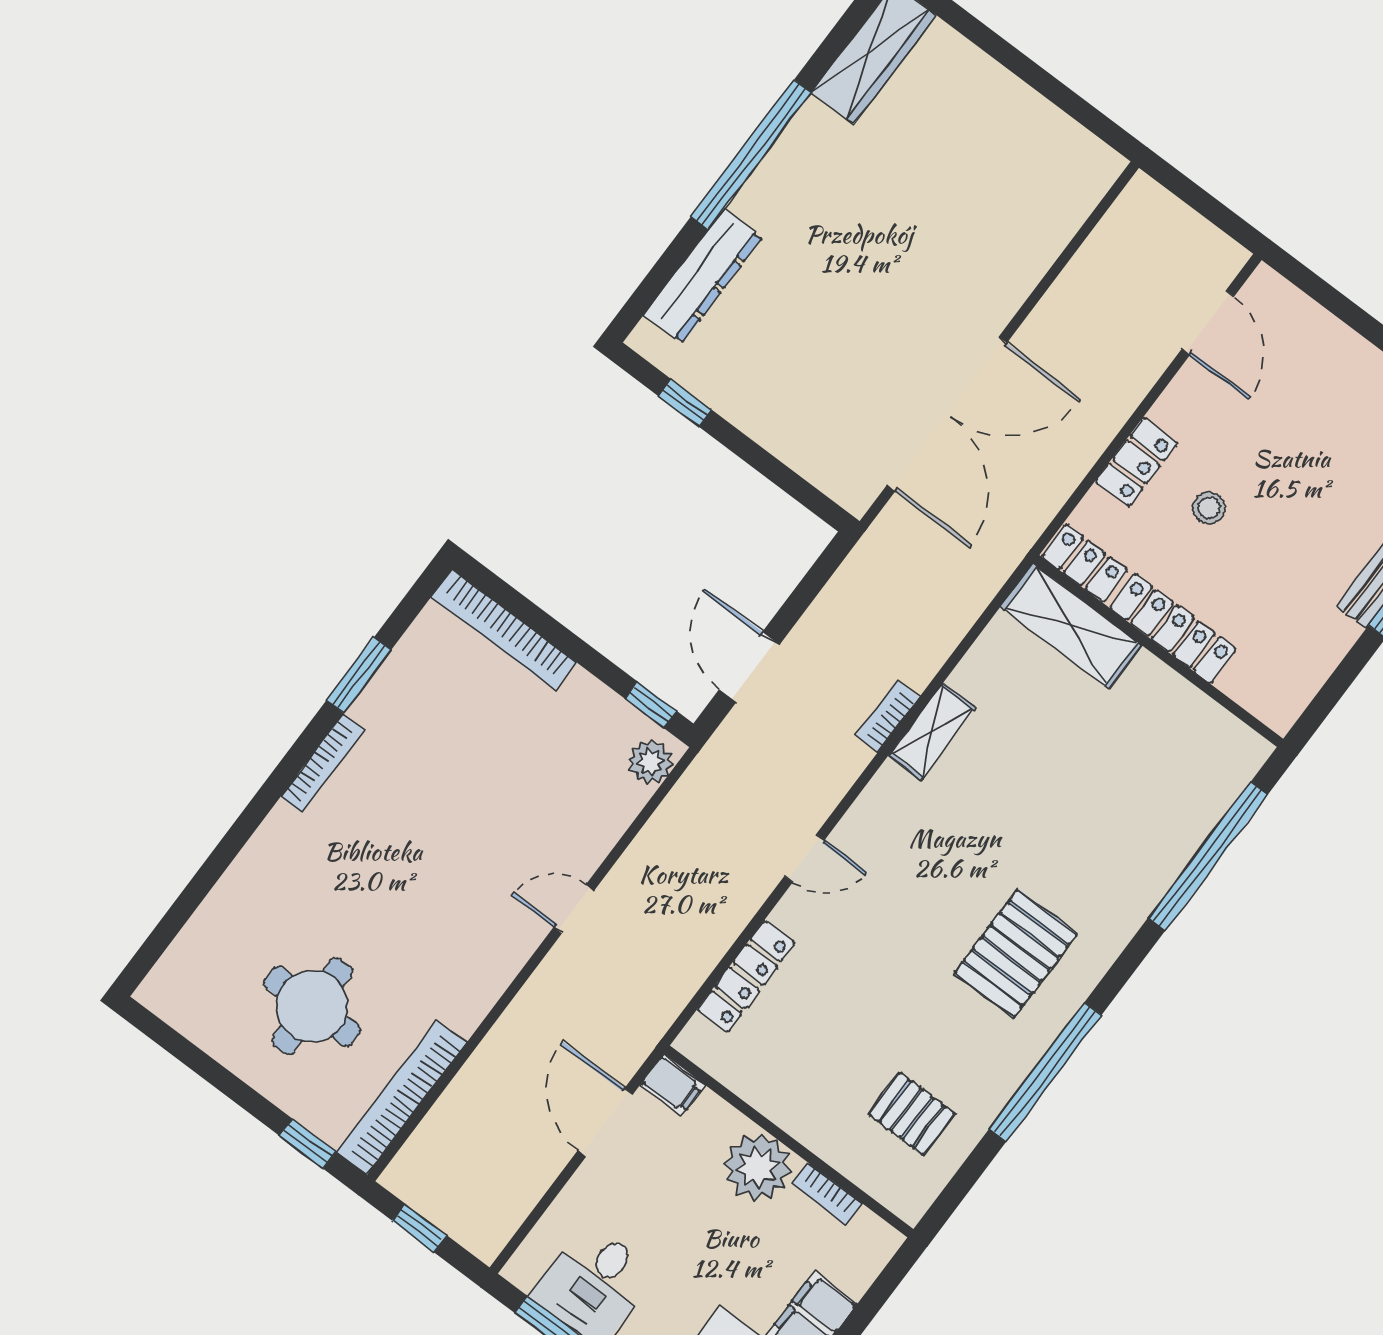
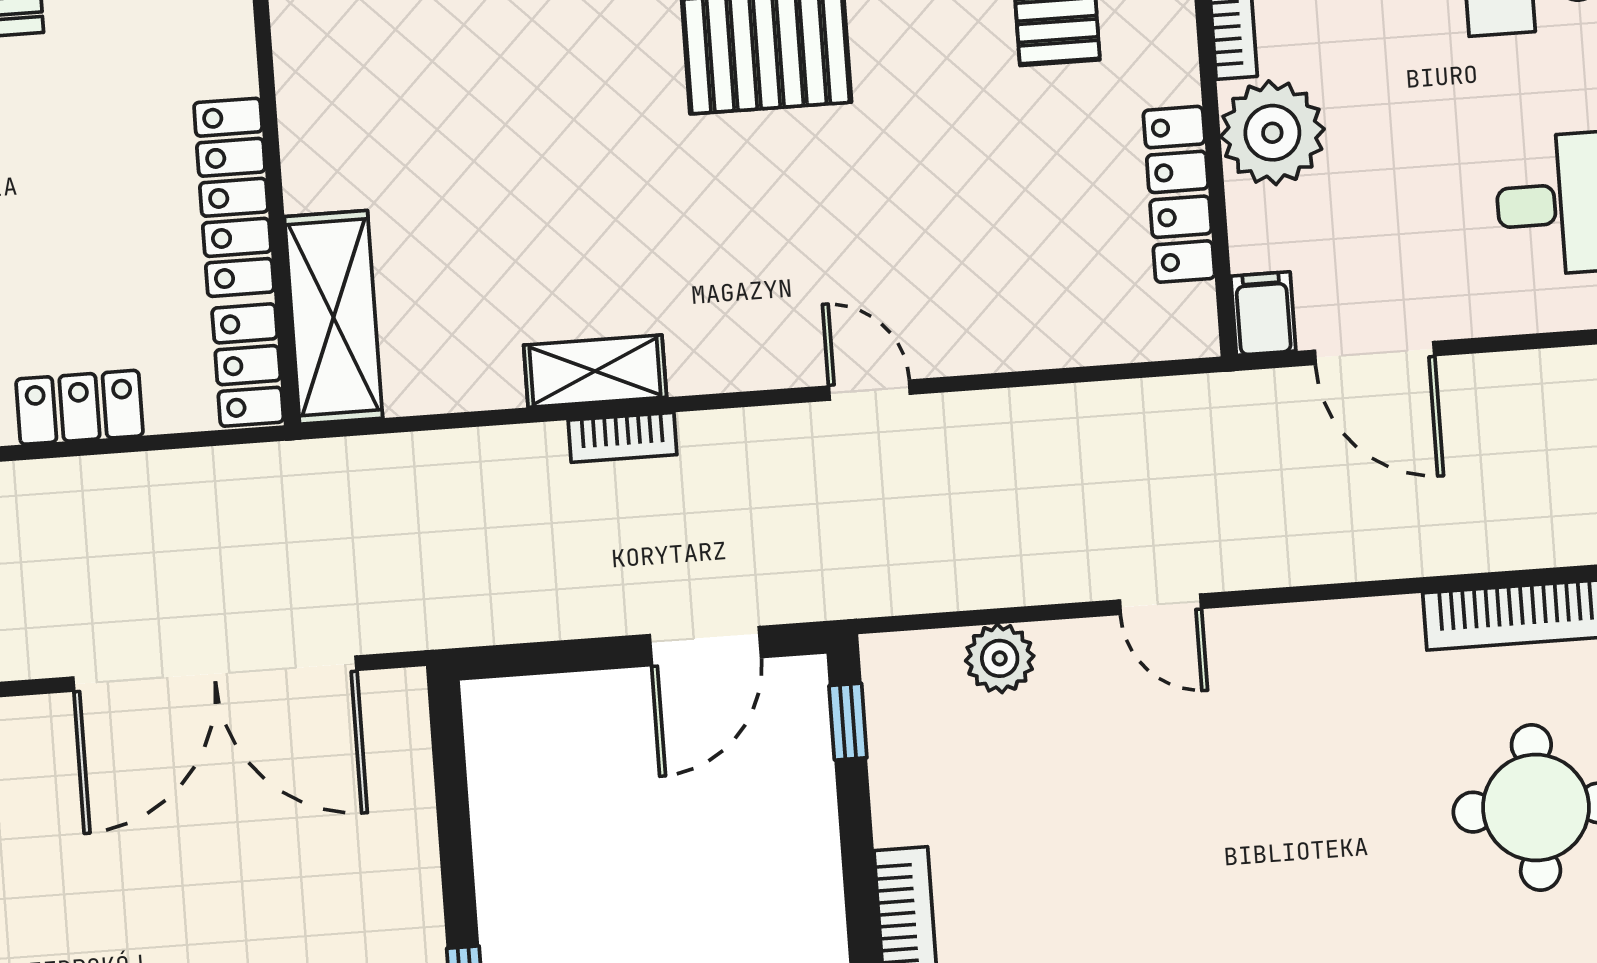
double door: (947, 414) -> (215, 674), swing flipped
stool: (1209, 508) -> (59, 278), removed
plant: (650, 762) -> (1000, 658), moved
locker: (746, 976) -> (1179, 194), moved, turned -90
door: (605, 1123) -> (1375, 353), hinge flipped

